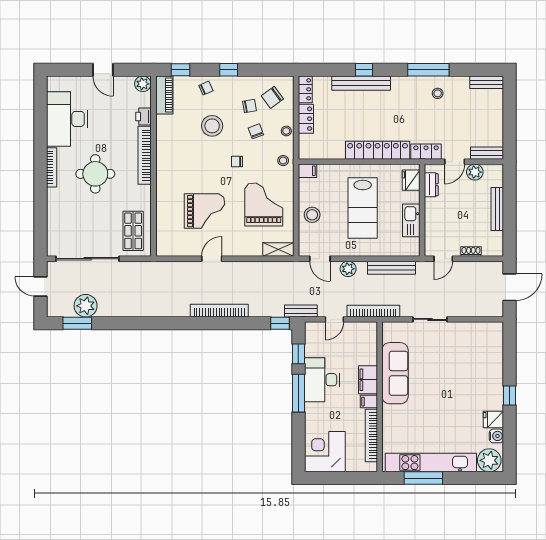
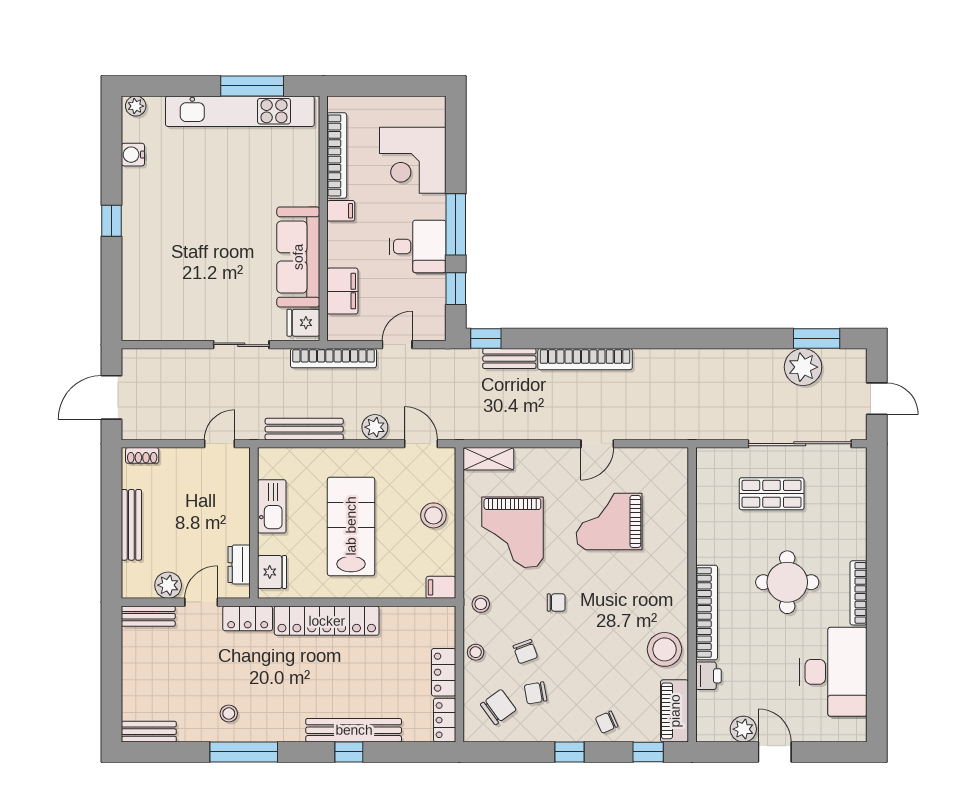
plant: (143, 84) -> (743, 729), moved
stool: (212, 126) -> (665, 649), moved
shop shelf: (133, 231) -> (772, 494), moved, turned 90
shoe rack: (471, 252) -> (142, 455), moved
bench: (301, 311) -> (509, 359), moved
desk: (322, 380) -> (417, 246), width x0.73
filing cabinet: (368, 380) -> (342, 291), moved
fridge: (493, 419) -> (303, 323), moved, turned 180
corner desk: (325, 452) -> (413, 160), moved, turned 90
plant: (489, 460) -> (136, 106), width x0.53, depth x0.53

